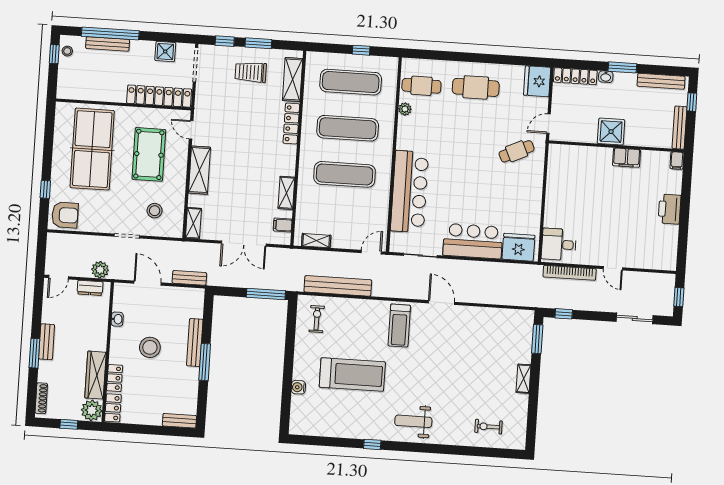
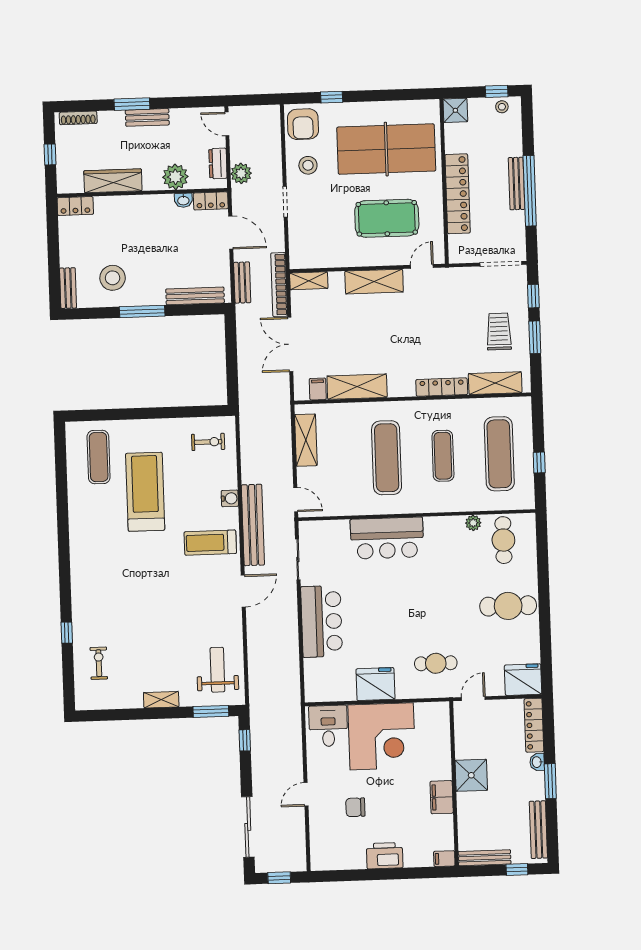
window: (110, 33) -> (530, 191), moved
bench: (108, 44) -> (517, 183), moved
shower: (165, 52) -> (455, 110), moved
cafe table: (476, 87) -> (508, 606), turned 90
locker: (159, 96) -> (458, 194), moved
door: (548, 124) -> (473, 699), hinge flipped
exercise mat: (348, 128) -> (443, 456), width x0.73, depth x0.69
cafe table: (517, 151) -> (436, 663), turned -65
bar counter: (409, 192) -> (387, 538), width x0.73
shelving: (286, 193) -> (357, 387), width x1.50, depth x1.33
corner desk: (572, 202) -> (382, 736), added
stool: (155, 211) -> (308, 165), moved
chair: (628, 229) -> (355, 807), added
shelving: (316, 241) -> (306, 440), width x1.50, depth x1.33
fridge: (518, 247) -> (375, 684), moved, turned -90
bookcase: (570, 273) -> (279, 285), moved
door: (148, 283) -> (231, 233), hinge flipped
bench: (338, 286) -> (253, 525), moved
window: (266, 294) -> (232, 377), removed
sliding door: (635, 318) -> (248, 827), width x1.37
bench: (195, 343) -> (195, 296), moved
stool: (150, 347) -> (113, 278), moved
treadmill: (352, 375) -> (145, 492), turned 180
locker: (115, 378) -> (211, 201), moved
water cooler: (298, 387) -> (230, 498), moved, turned 90
plant: (92, 410) -> (175, 177), moved
exercise mat: (320, 410) -> (99, 457), added
weight bench: (413, 421) -> (217, 670), moved
window: (372, 444) -> (67, 633), moved

